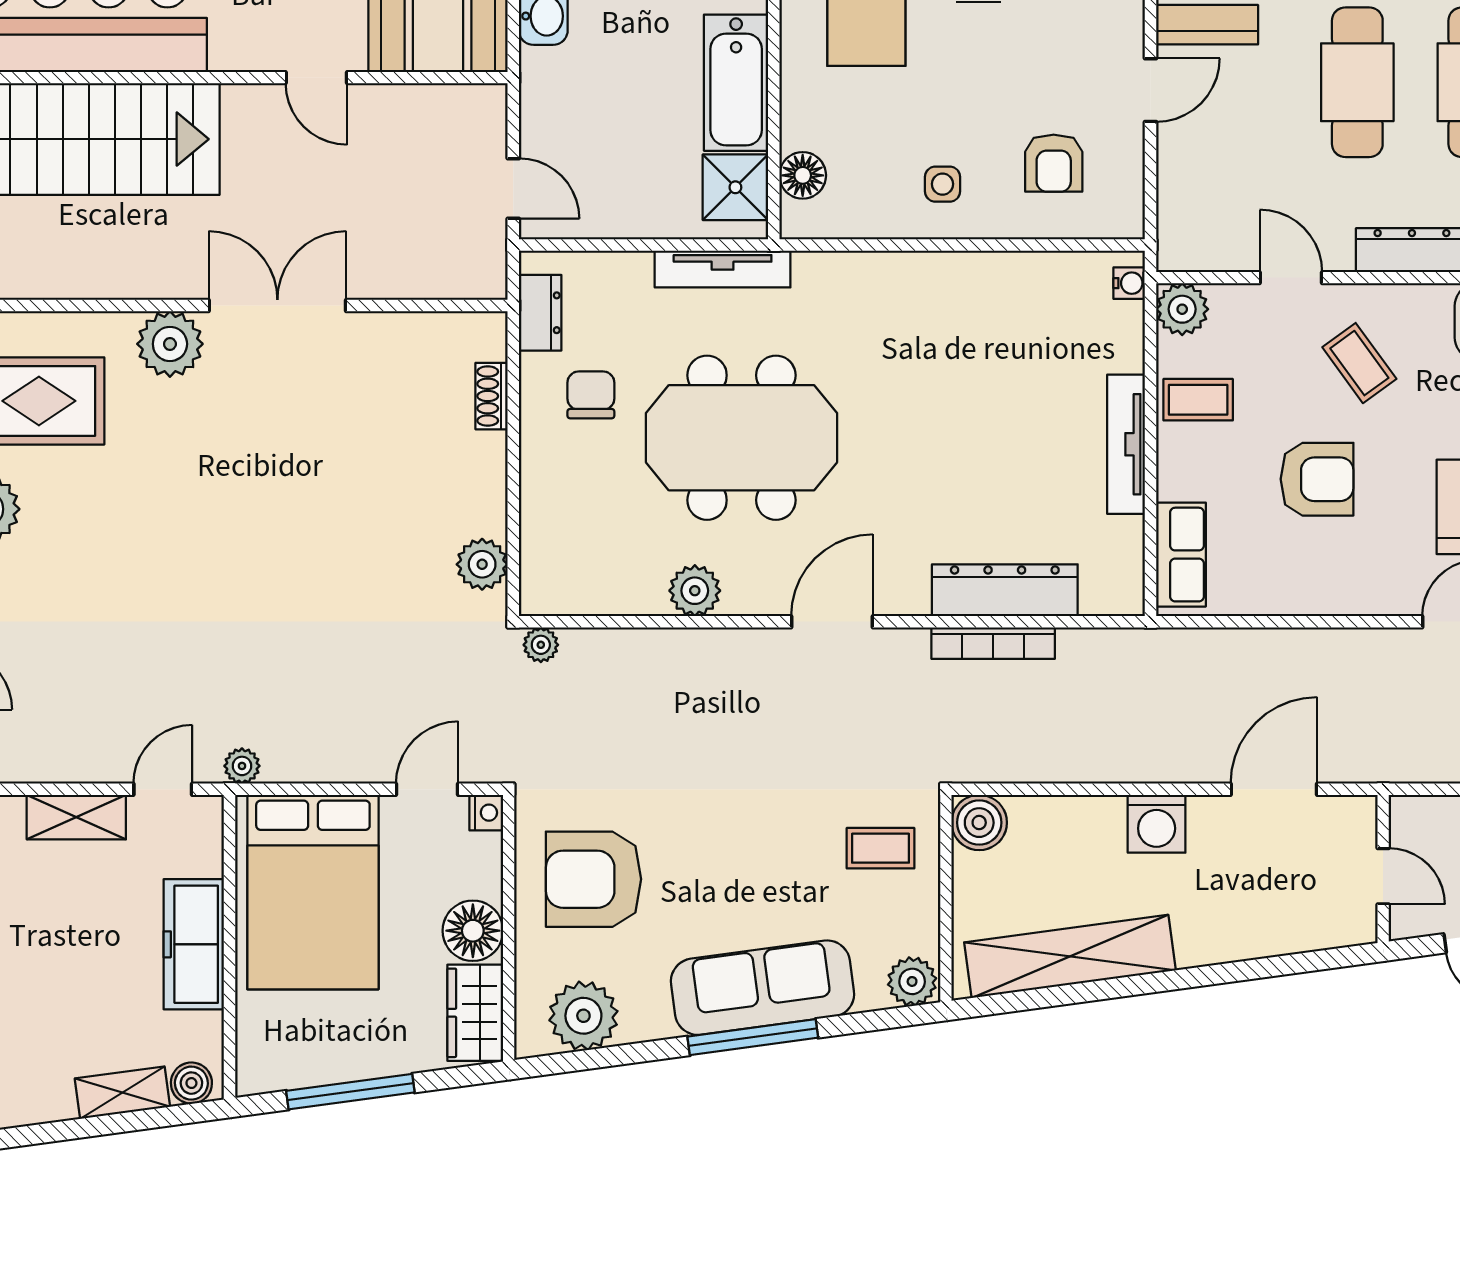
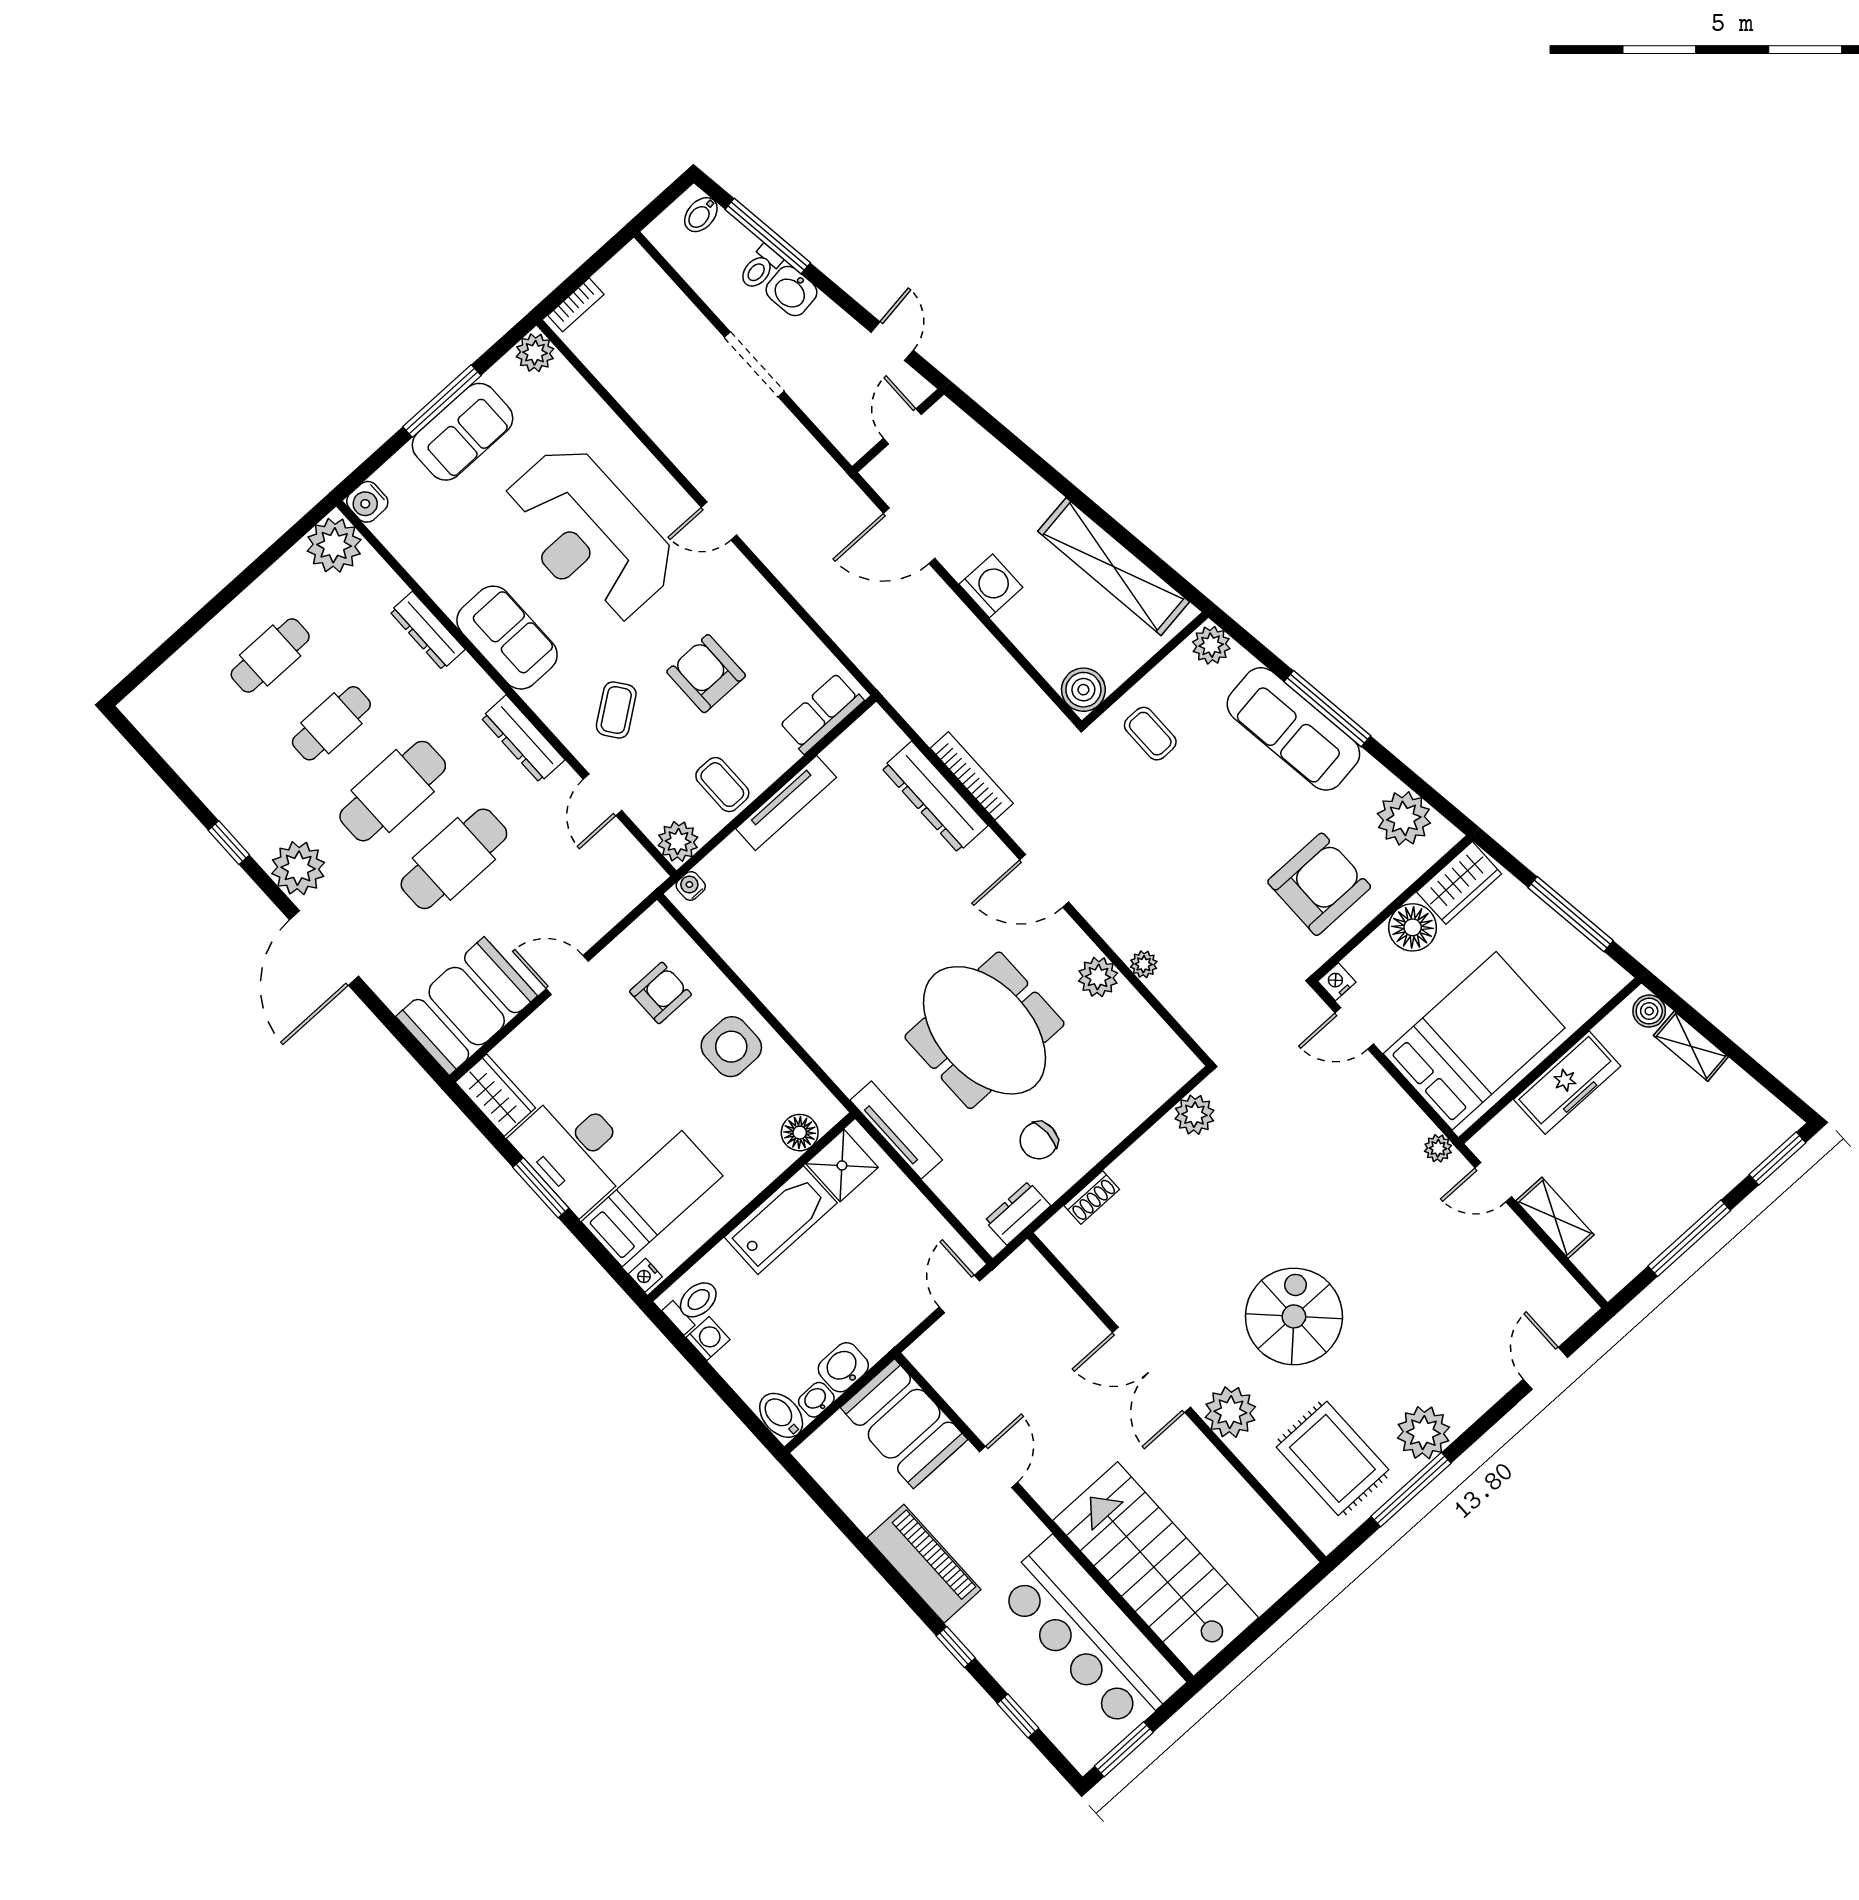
side table: (943, 184) -> (731, 1047), width x1.87, depth x1.87
spiral stairs: (206, 486) -> (1294, 1316), added
plant: (541, 645) -> (1144, 964), moved
armchair: (594, 879) -> (1319, 884), turned -90

